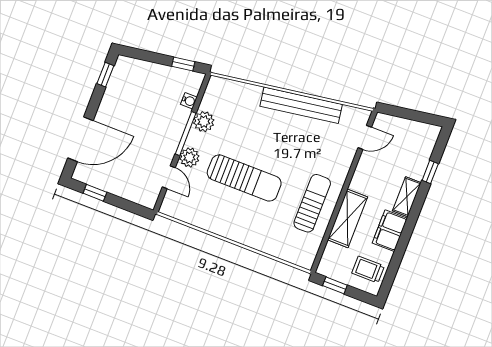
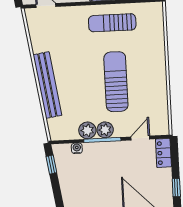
bench: (301, 105) -> (47, 85), moved
plant: (189, 157) -> (105, 130), moved
locker: (140, 196) -> (163, 153), added

